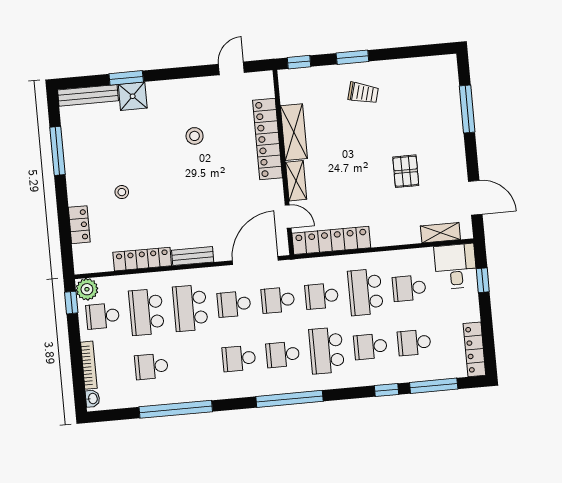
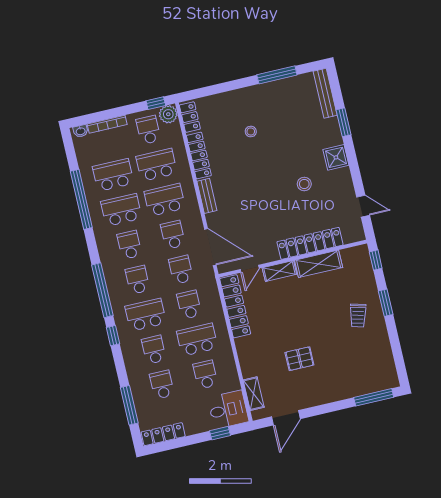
shower: (133, 96) -> (336, 157), moved
window: (467, 109) -> (374, 397), moved
locker: (79, 225) -> (190, 117), moved, turned -90
school desk: (195, 362) -> (121, 210), added
school desk: (151, 366) -> (113, 175), width x1.85
window: (386, 390) -> (113, 336), moved

